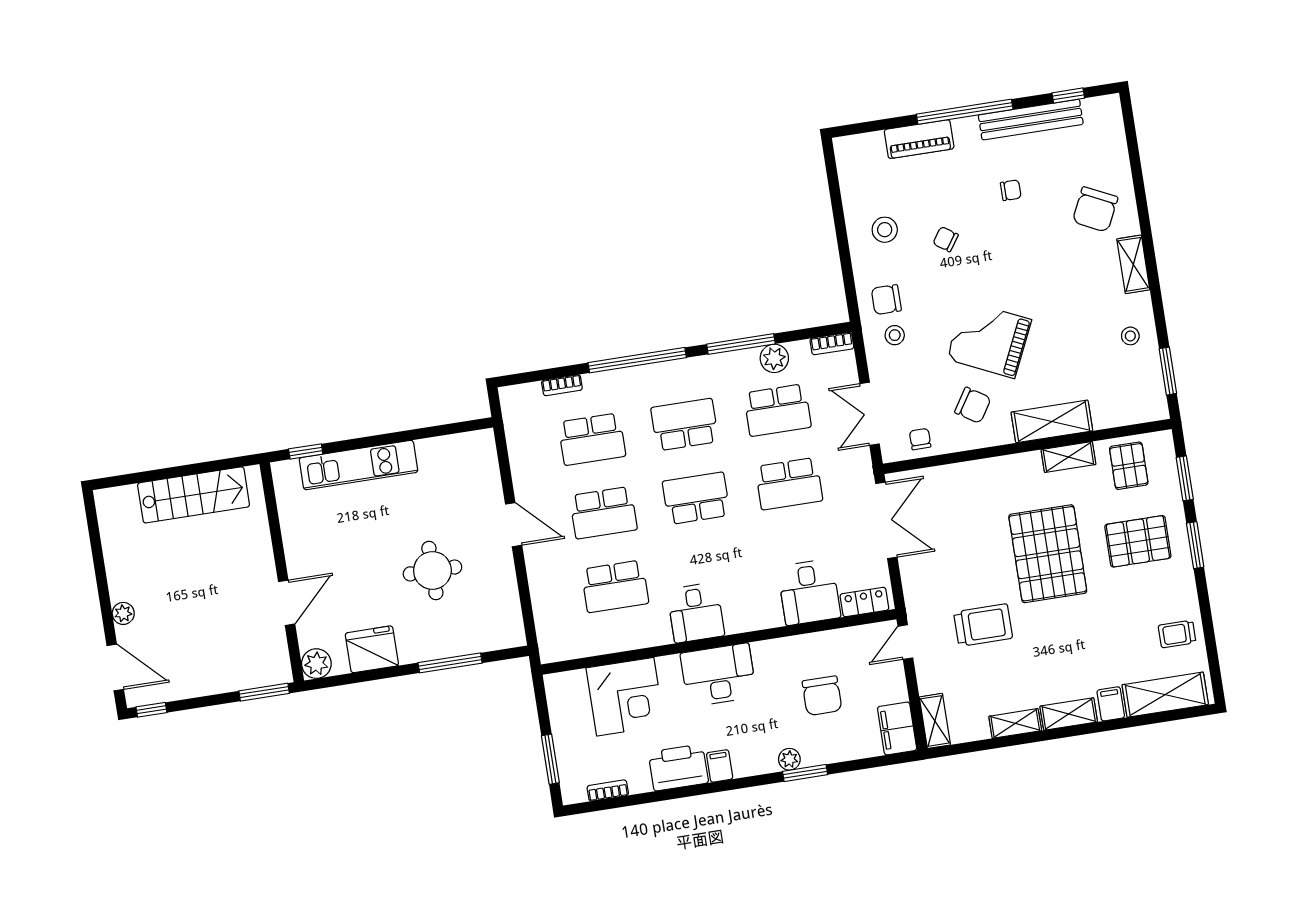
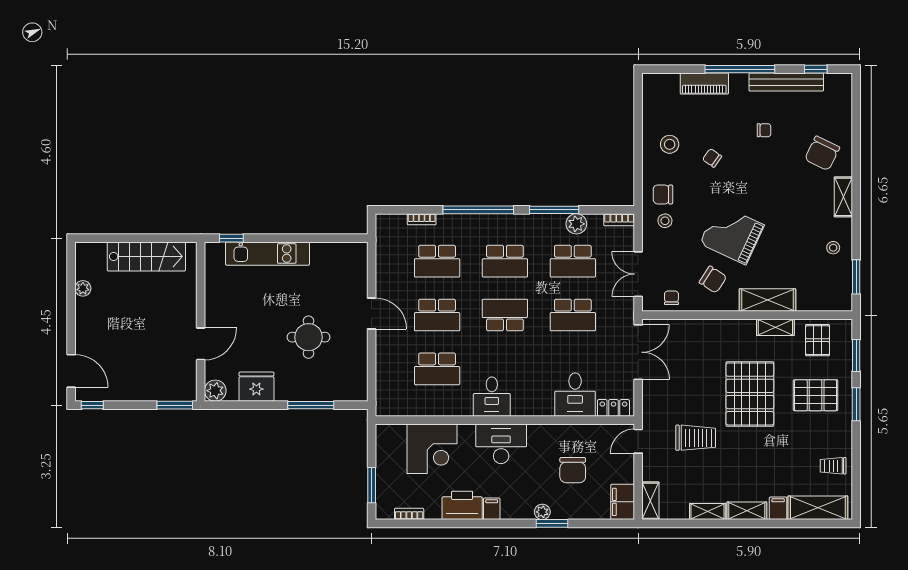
school desk: (685, 425) -> (505, 261), turned 180
plant: (123, 613) -> (83, 288), moved

